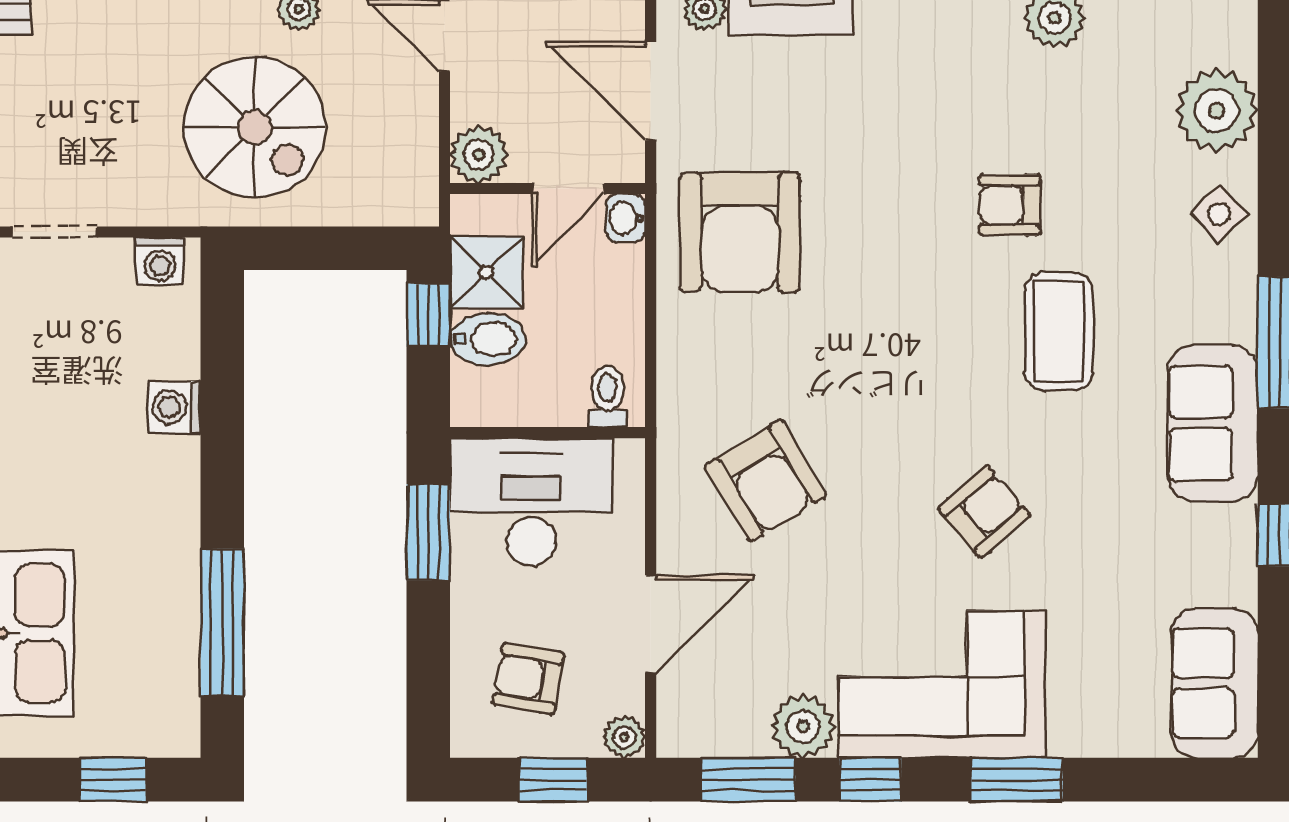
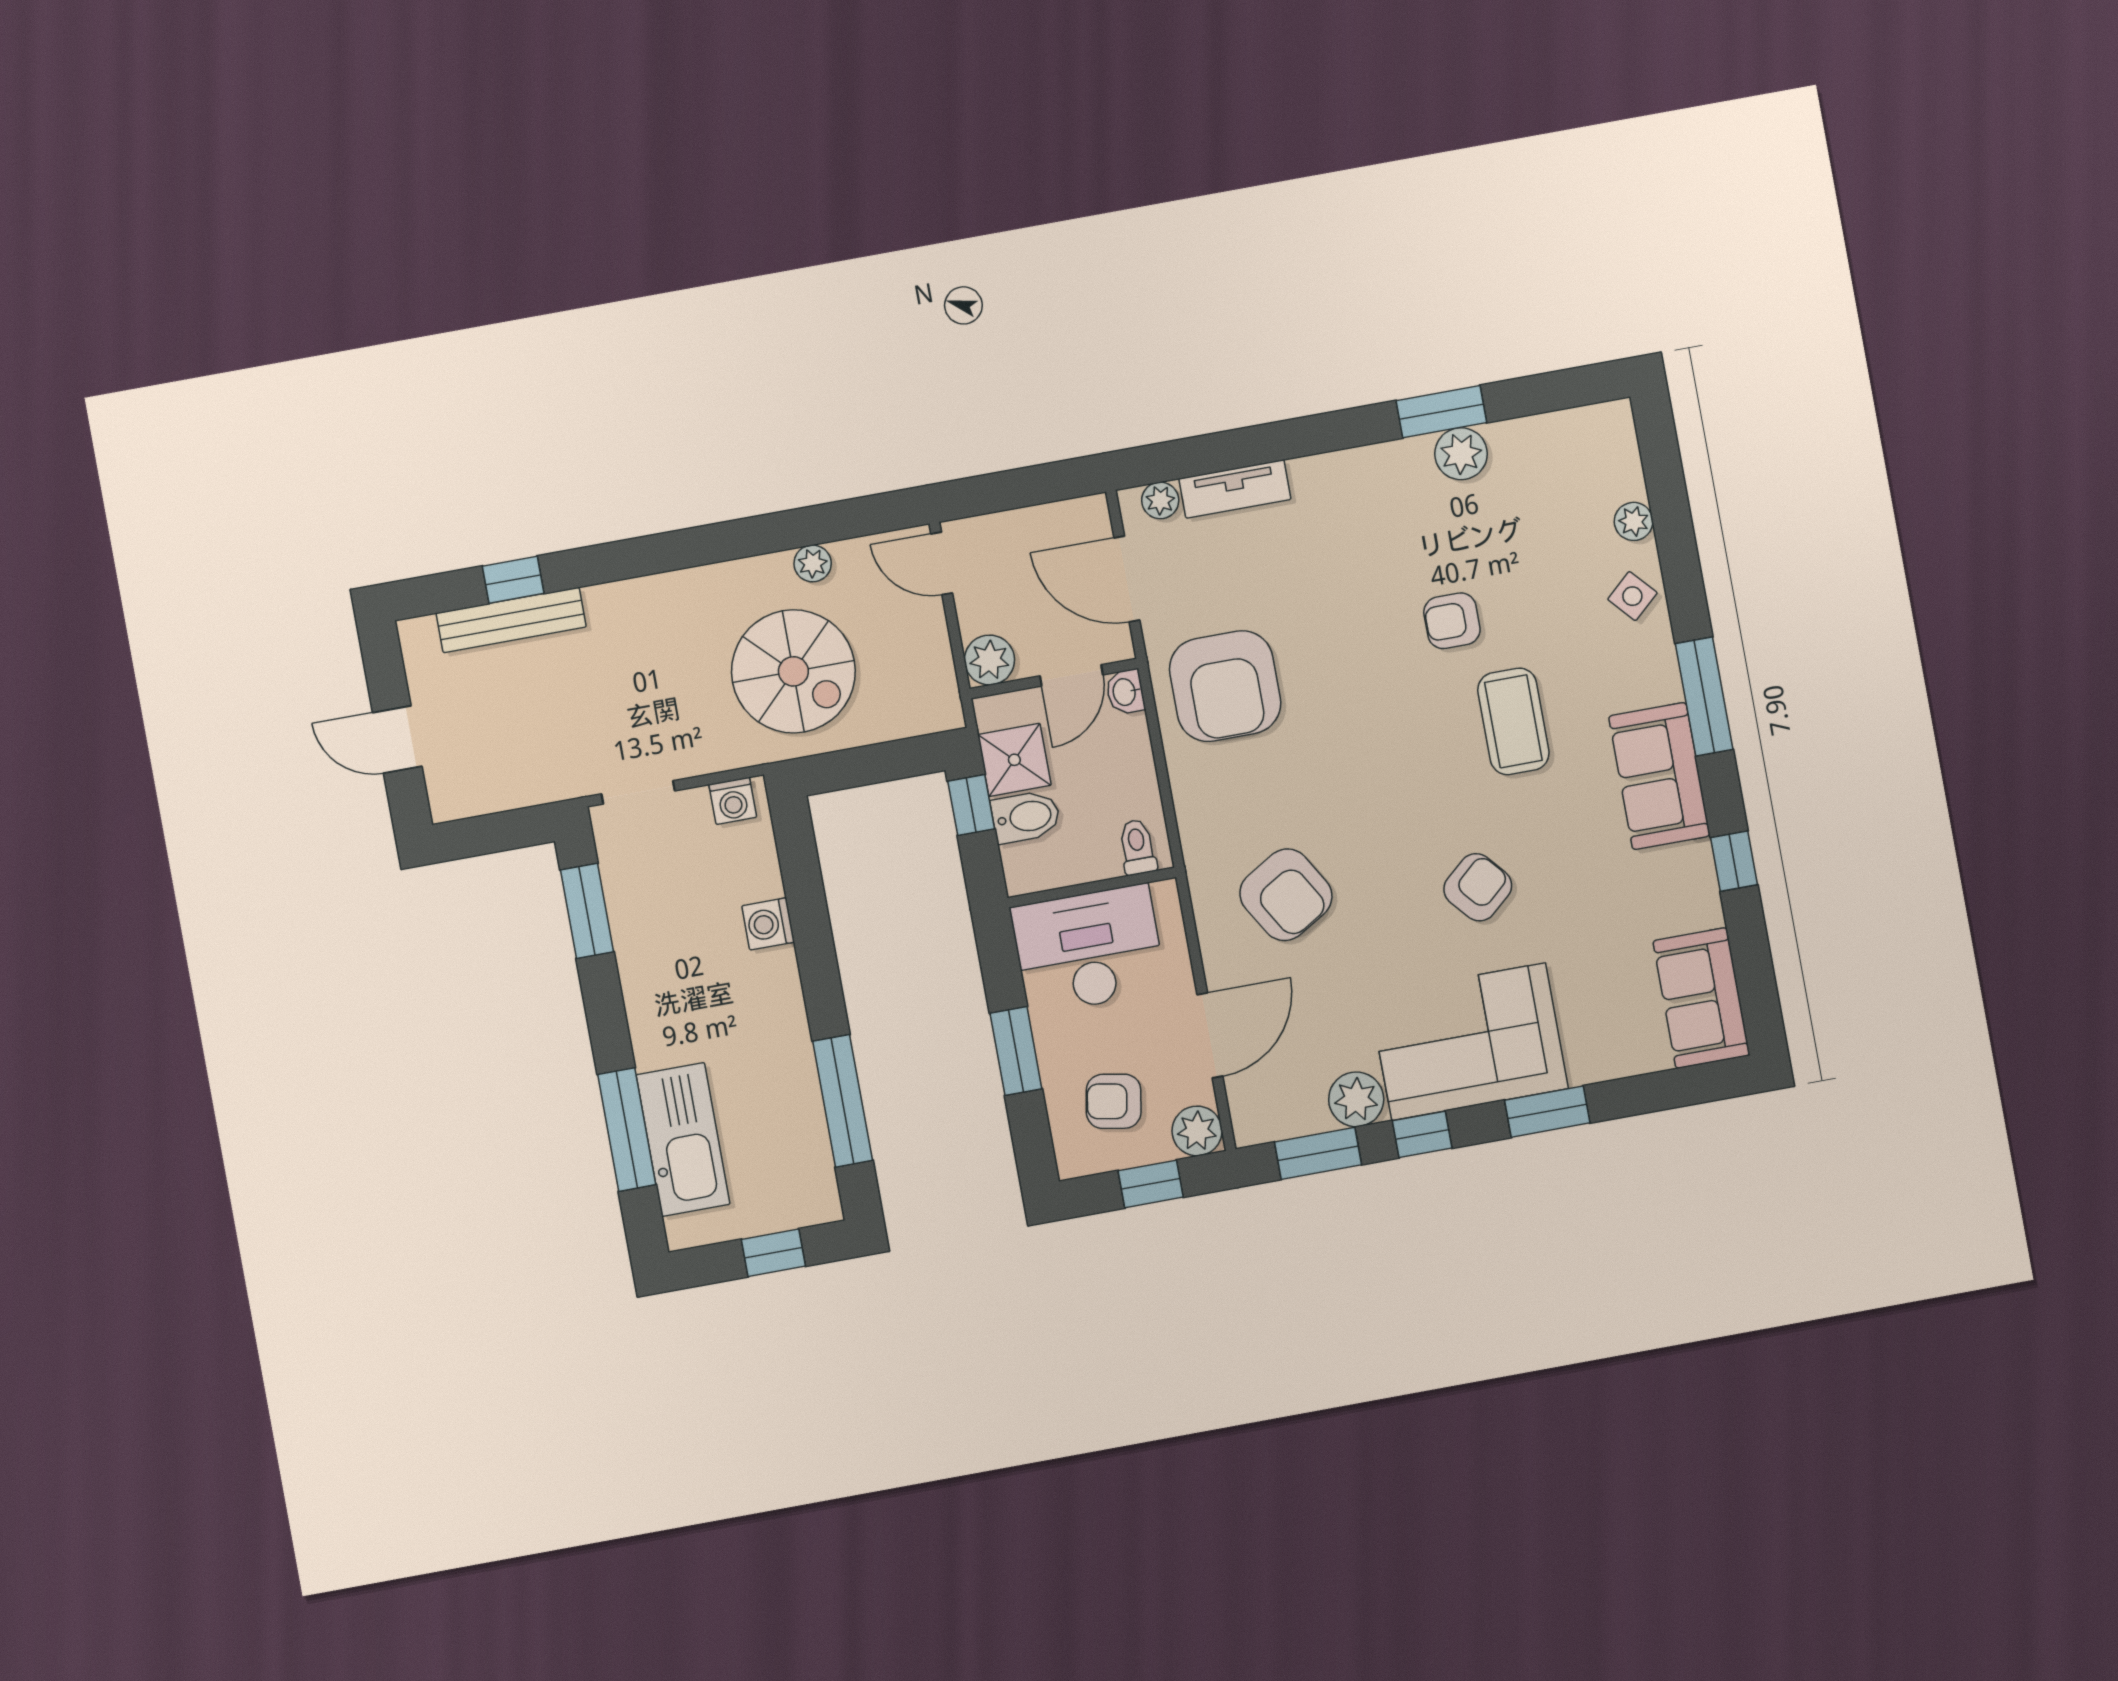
plant: (1217, 111) -> (1634, 521), width x0.53, depth x0.53
window: (428, 532) -> (1016, 1051), moved
plant: (624, 737) -> (1197, 1131), width x1.38, depth x1.38

